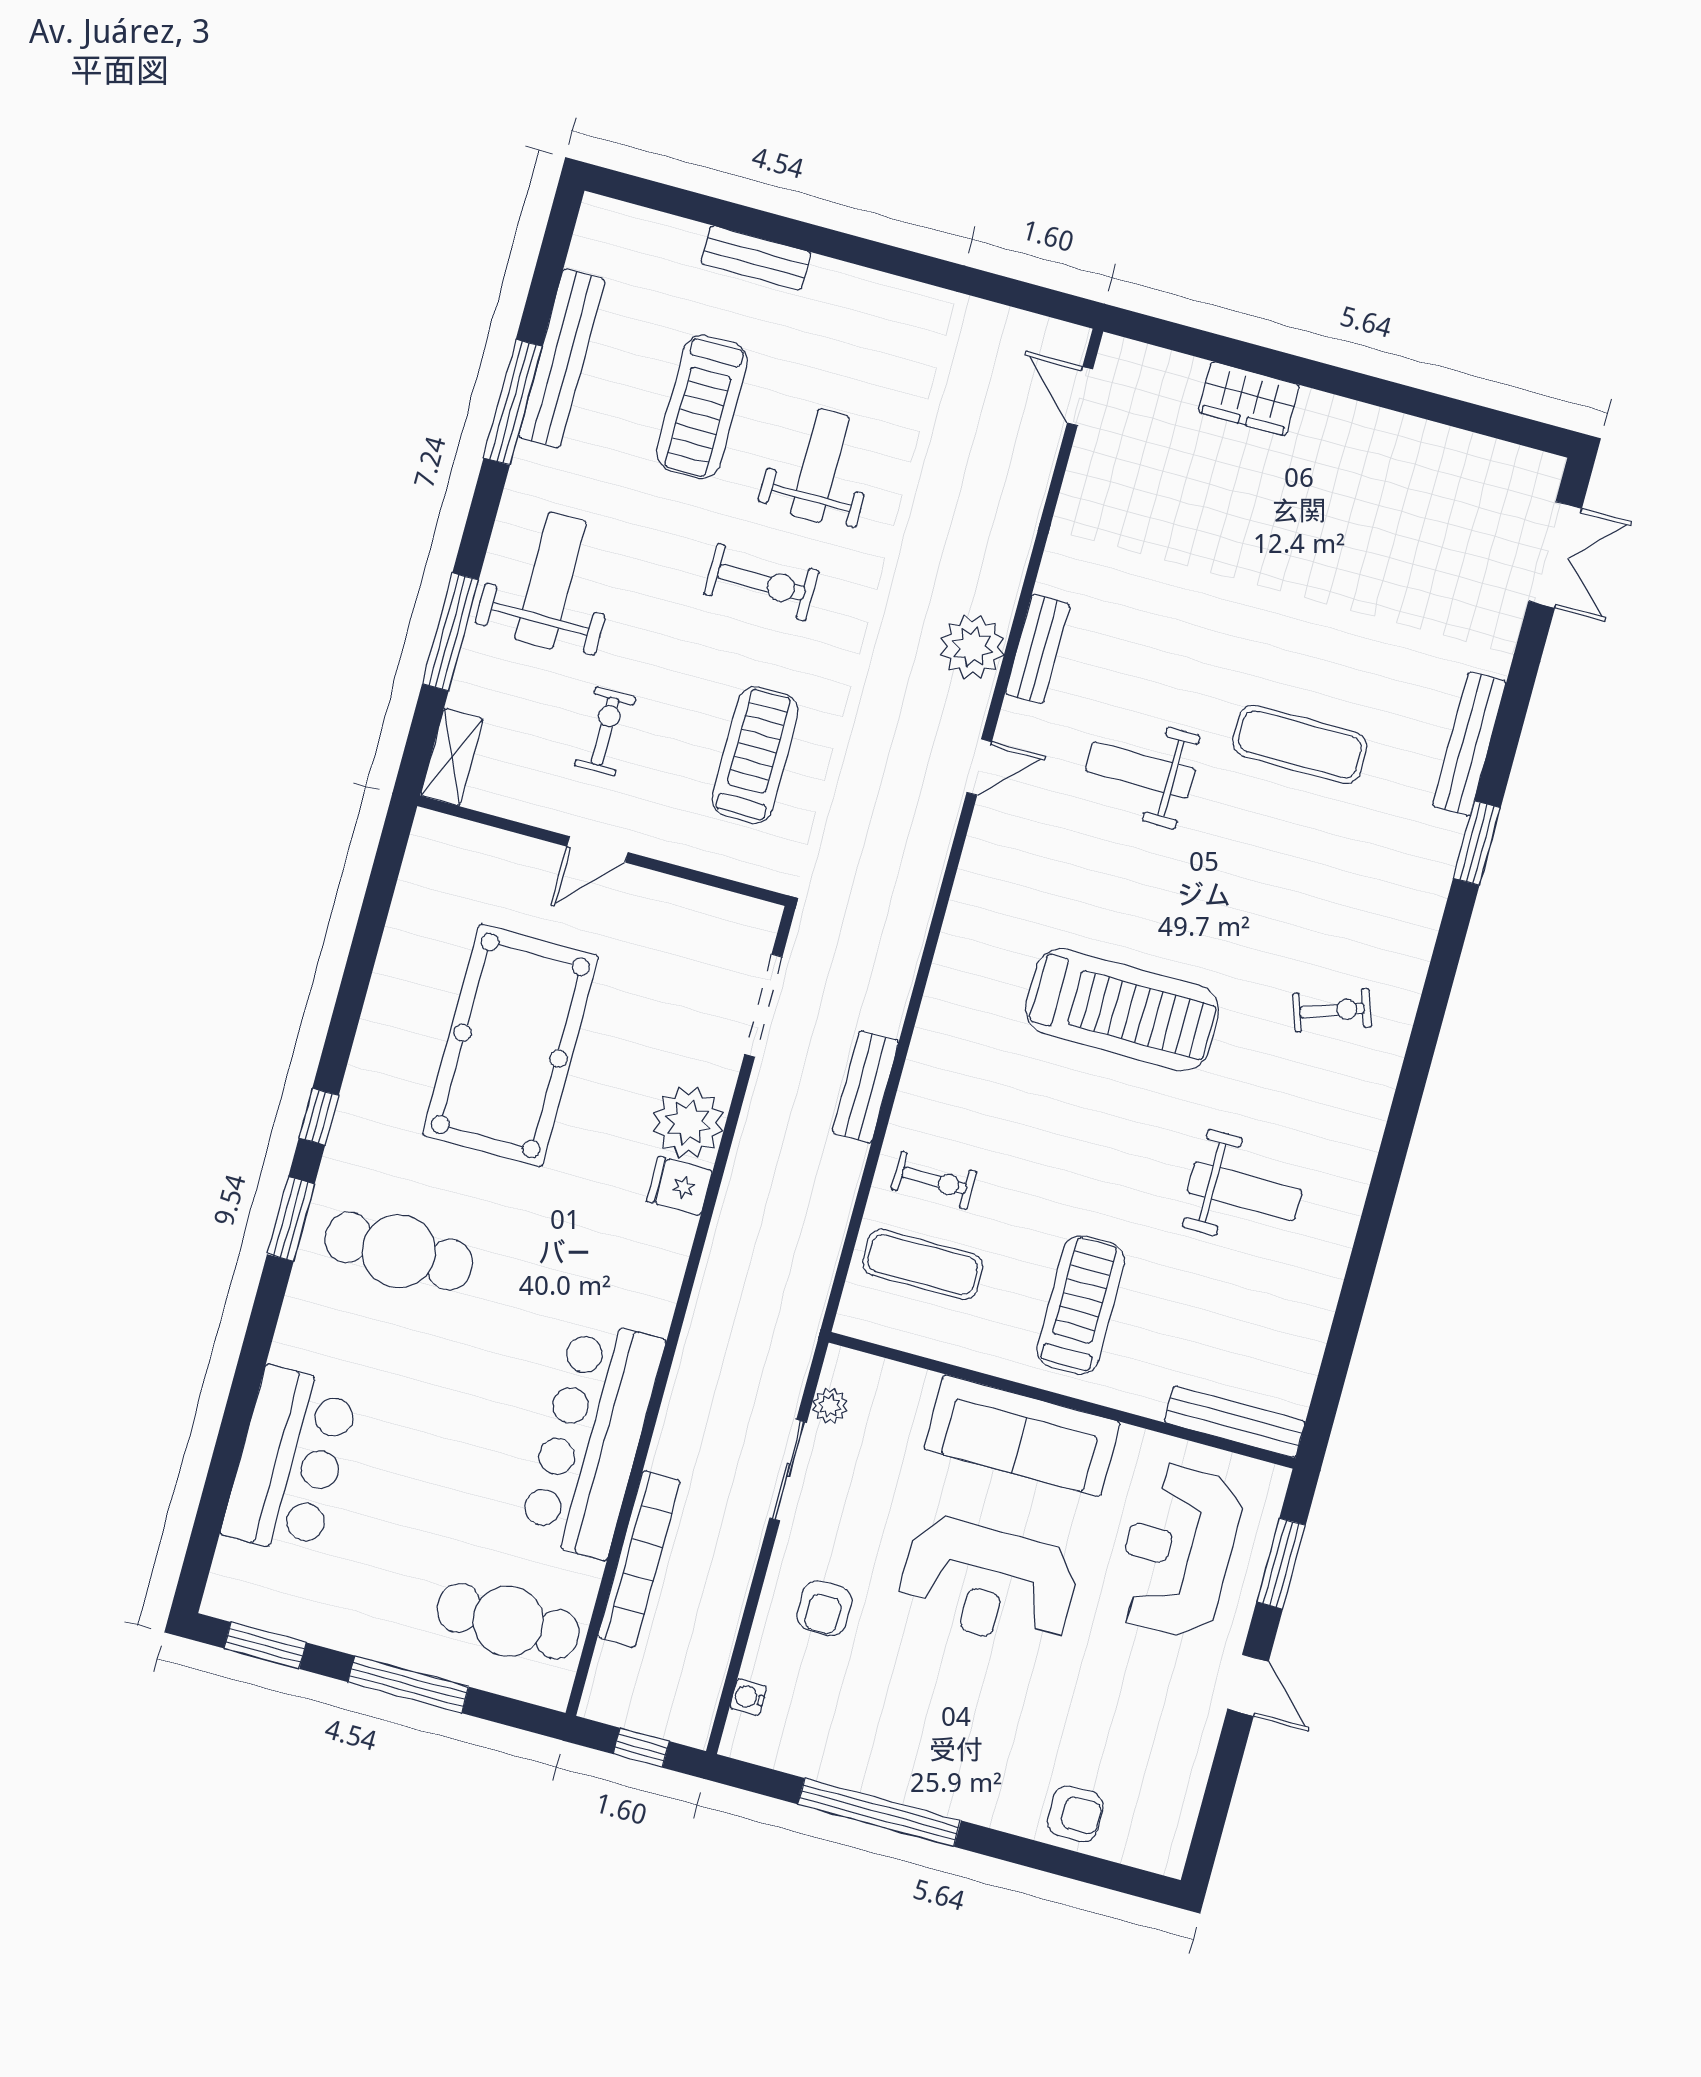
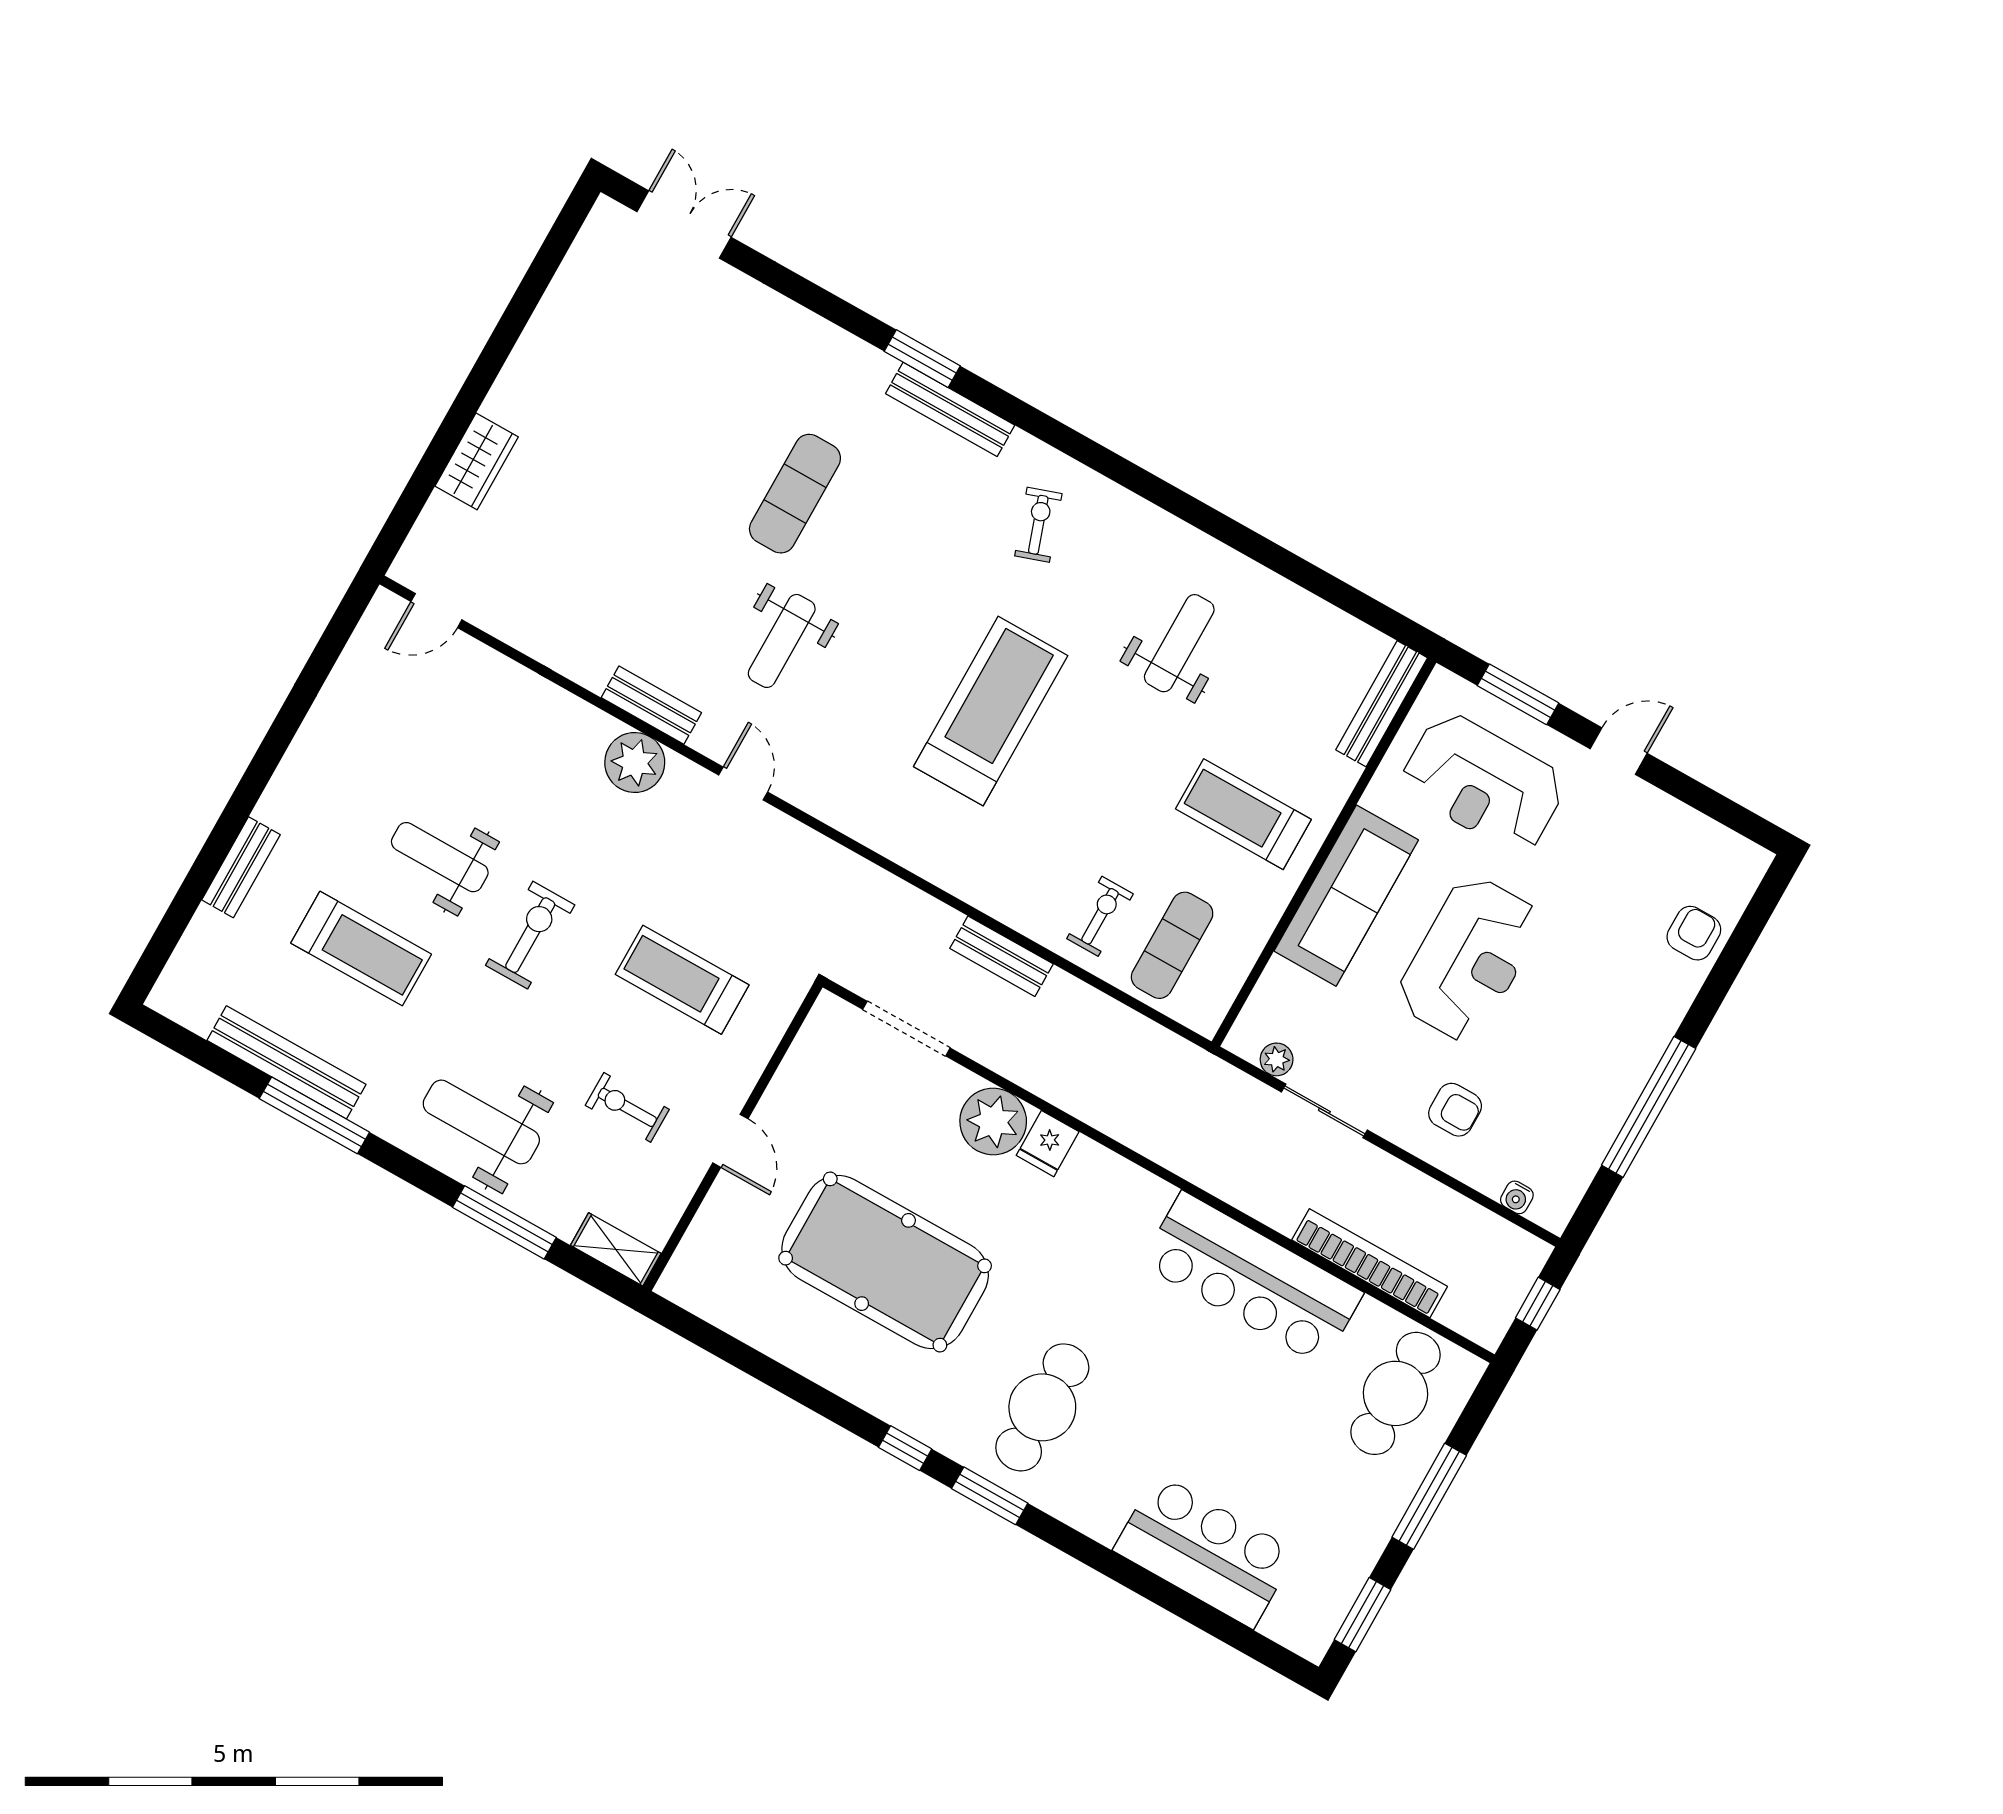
bench: (1469, 744) -> (950, 409), moved

